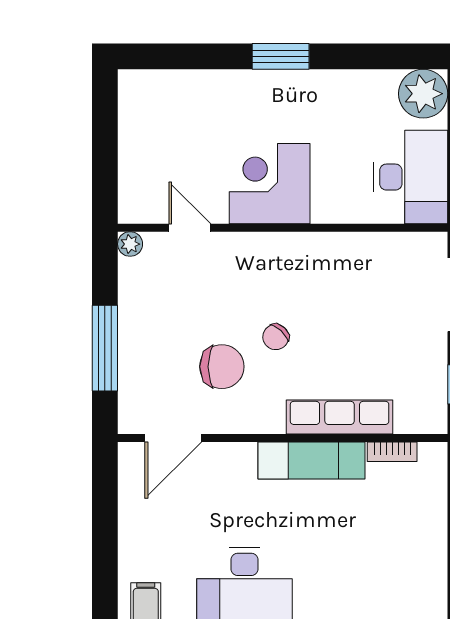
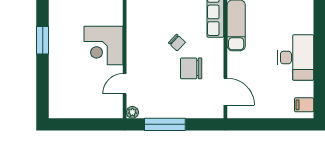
window: (105, 348) -> (165, 124), moved
chair: (222, 367) -> (191, 68), turned -90

